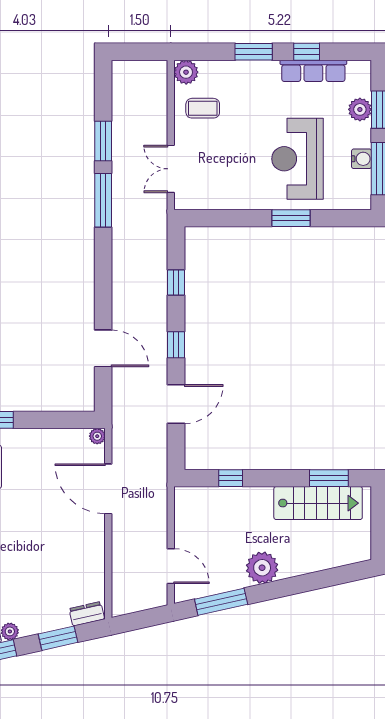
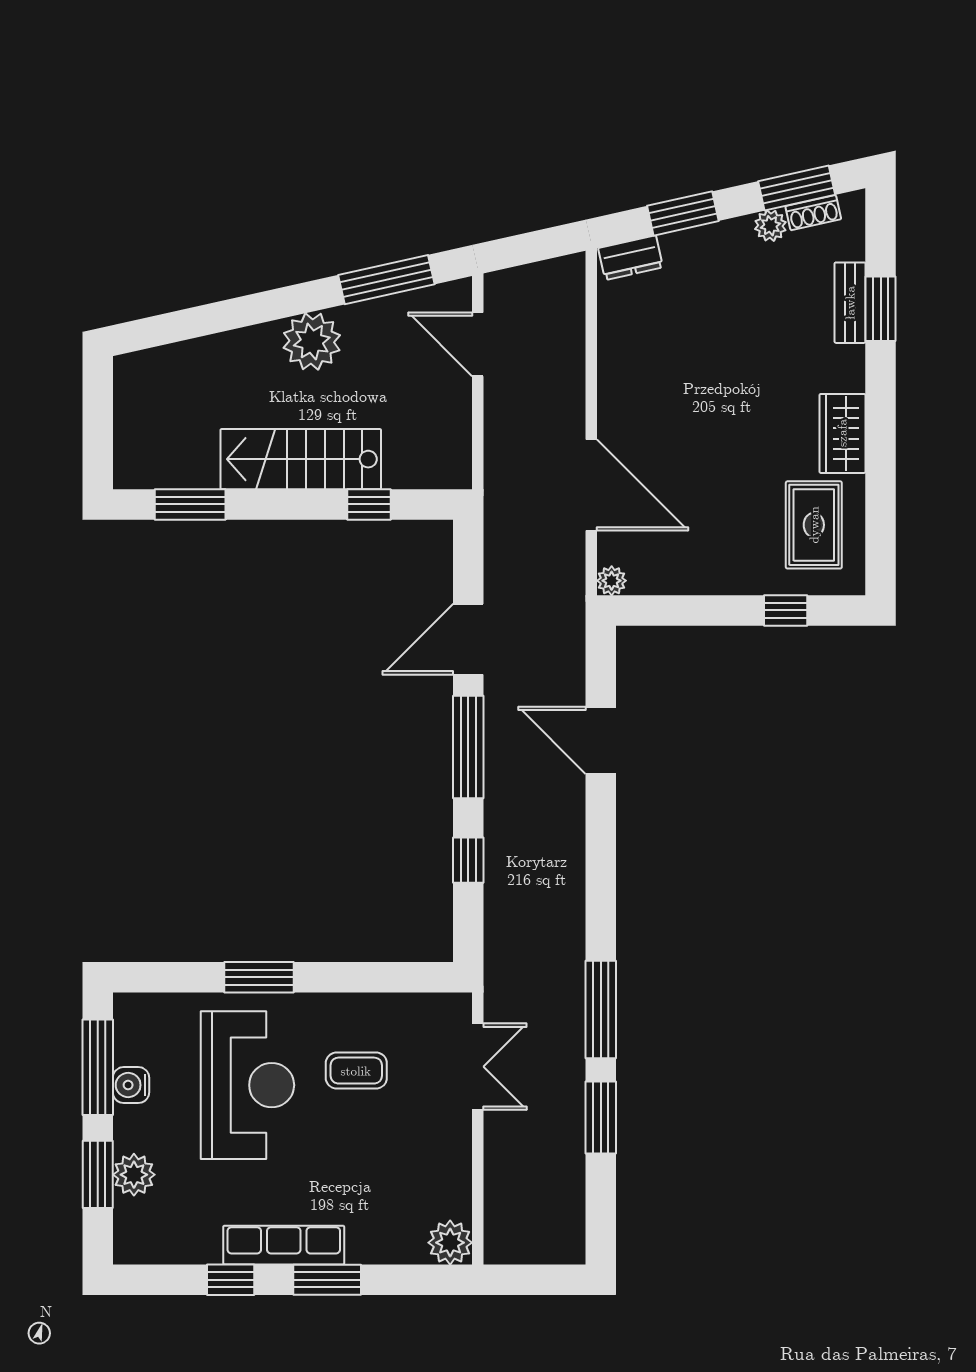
row of seats: (313, 71) -> (284, 1245), moved
coffee table: (203, 108) -> (356, 1071), moved
window: (176, 345) -> (468, 747), width x2.17
stairs: (318, 503) -> (301, 459), moved

